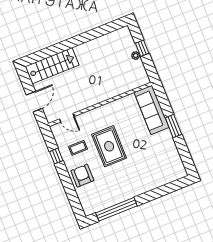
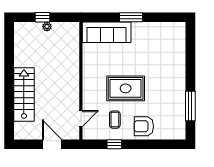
stairs: (52, 66) -> (24, 94), moved
window: (116, 209) -> (190, 106), width x0.68

